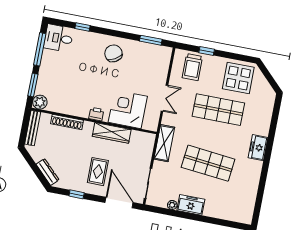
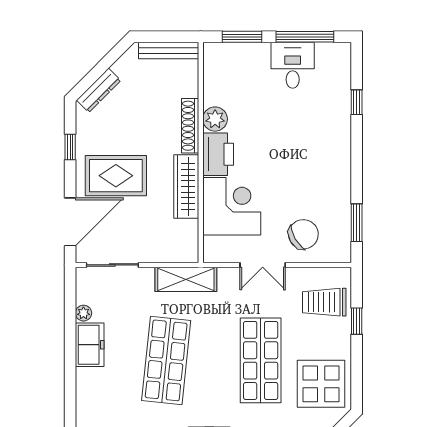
desk: (59, 38) -> (293, 65), moved
chair: (113, 53) -> (303, 234), moved
plant: (40, 102) -> (215, 119), moved
printer: (96, 114) -> (218, 154), width x1.87, depth x1.48
shoe rack: (67, 122) -> (190, 126), moved
rug: (98, 172) -> (116, 176), width x1.36, depth x1.43

